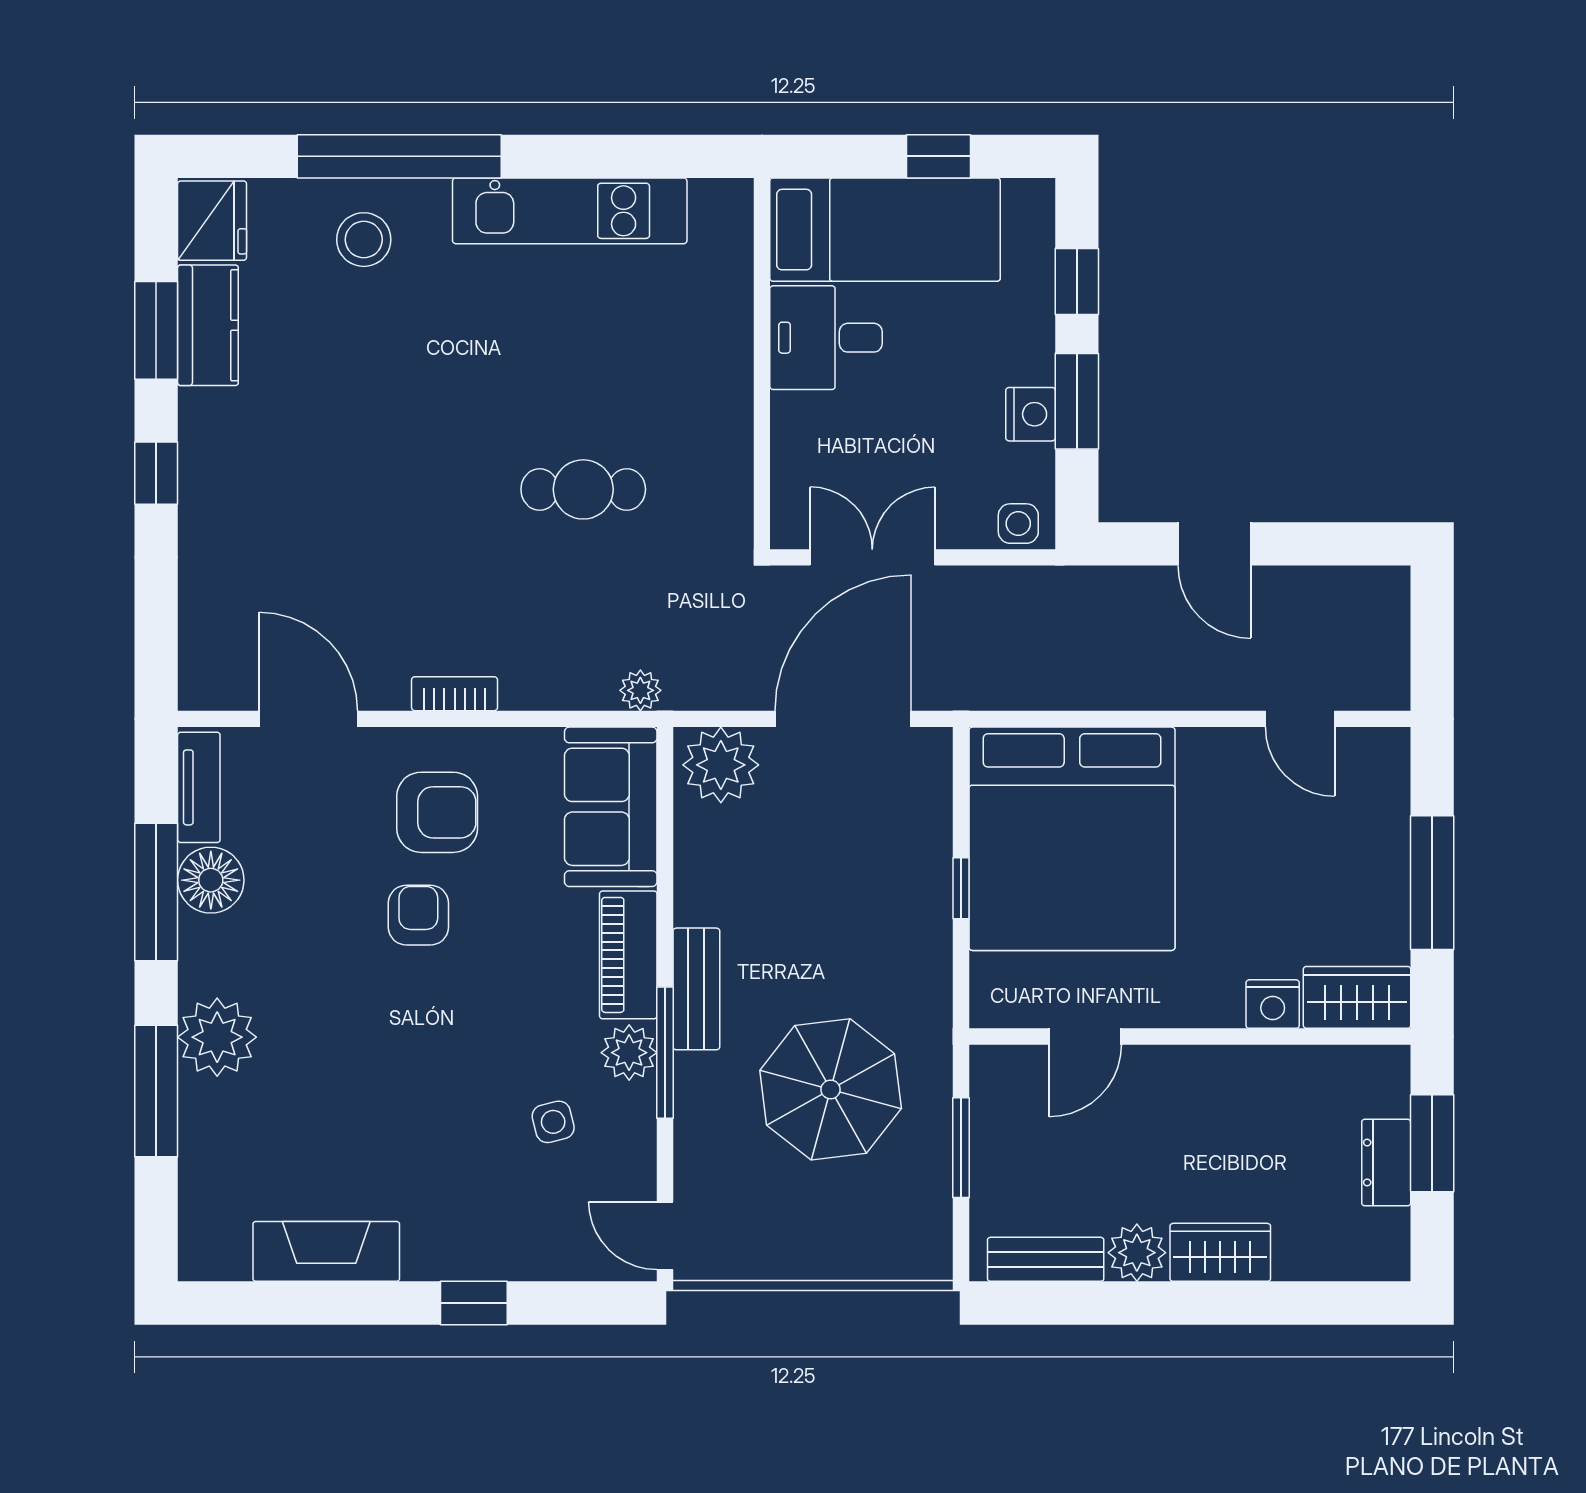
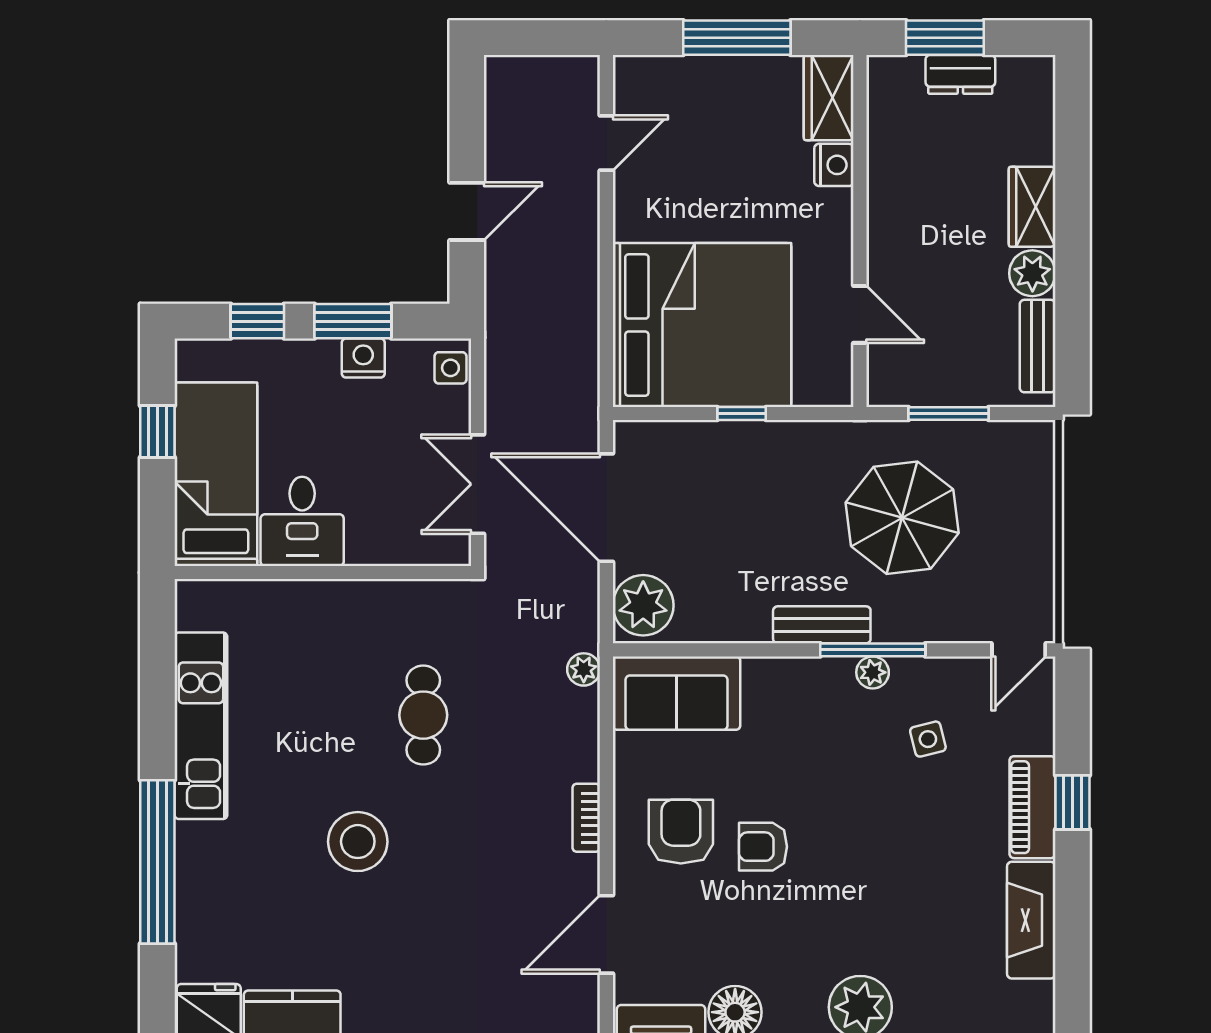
stool: (364, 240) -> (358, 842), moved, width x1.38, depth x1.38
piano: (628, 955) -> (1032, 807), moved, turned 90
plant: (629, 1053) -> (873, 672), width x0.73, depth x0.73

